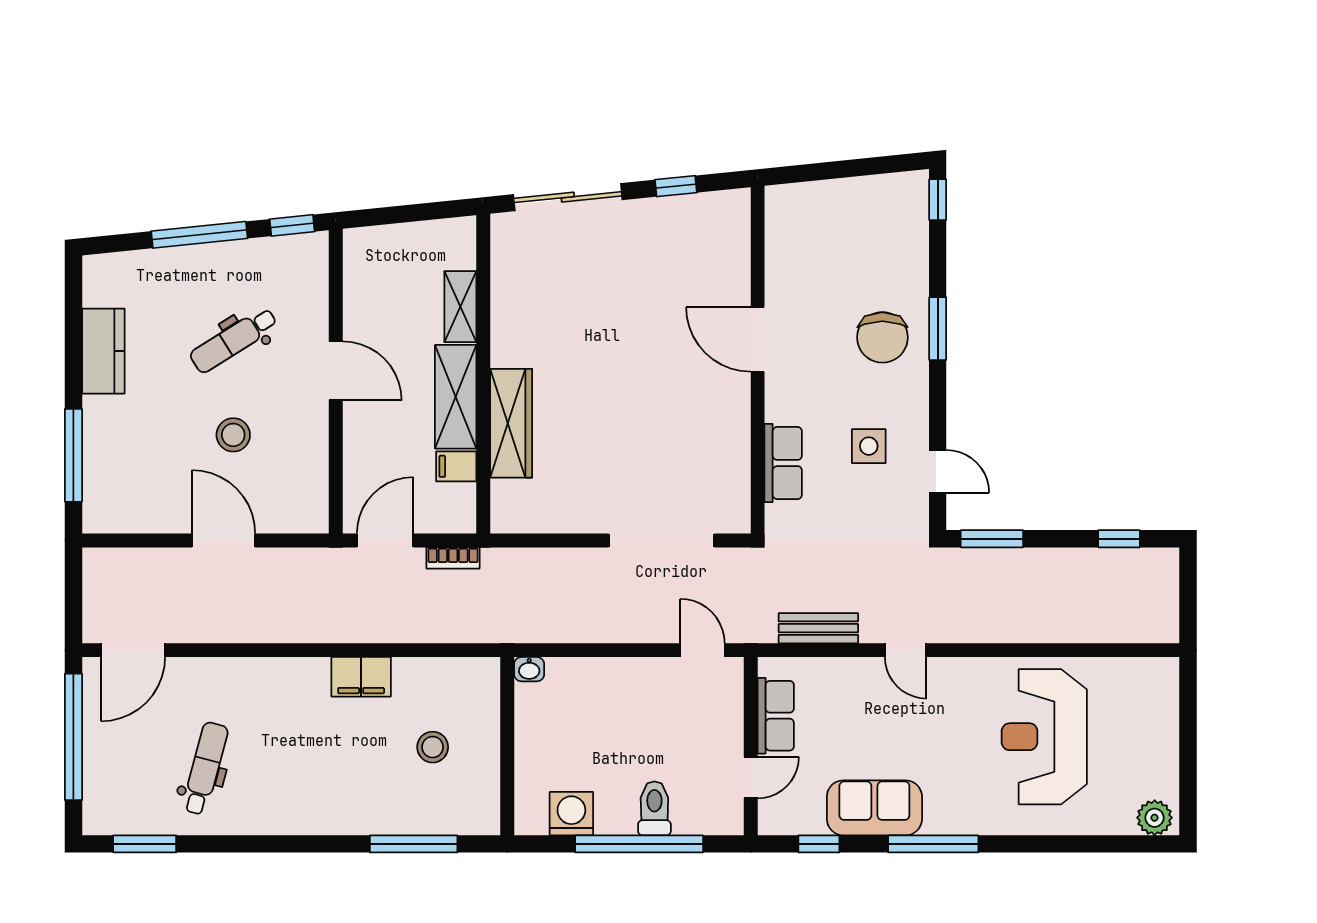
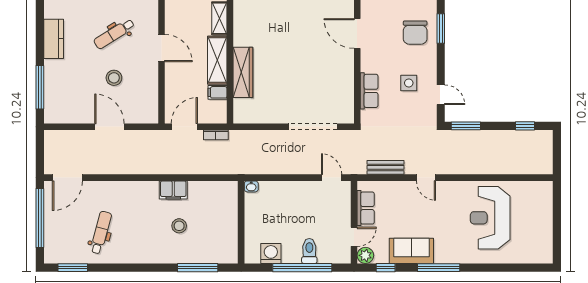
stool: (433, 747) -> (179, 226), moved
plant: (1155, 818) -> (365, 255), moved

